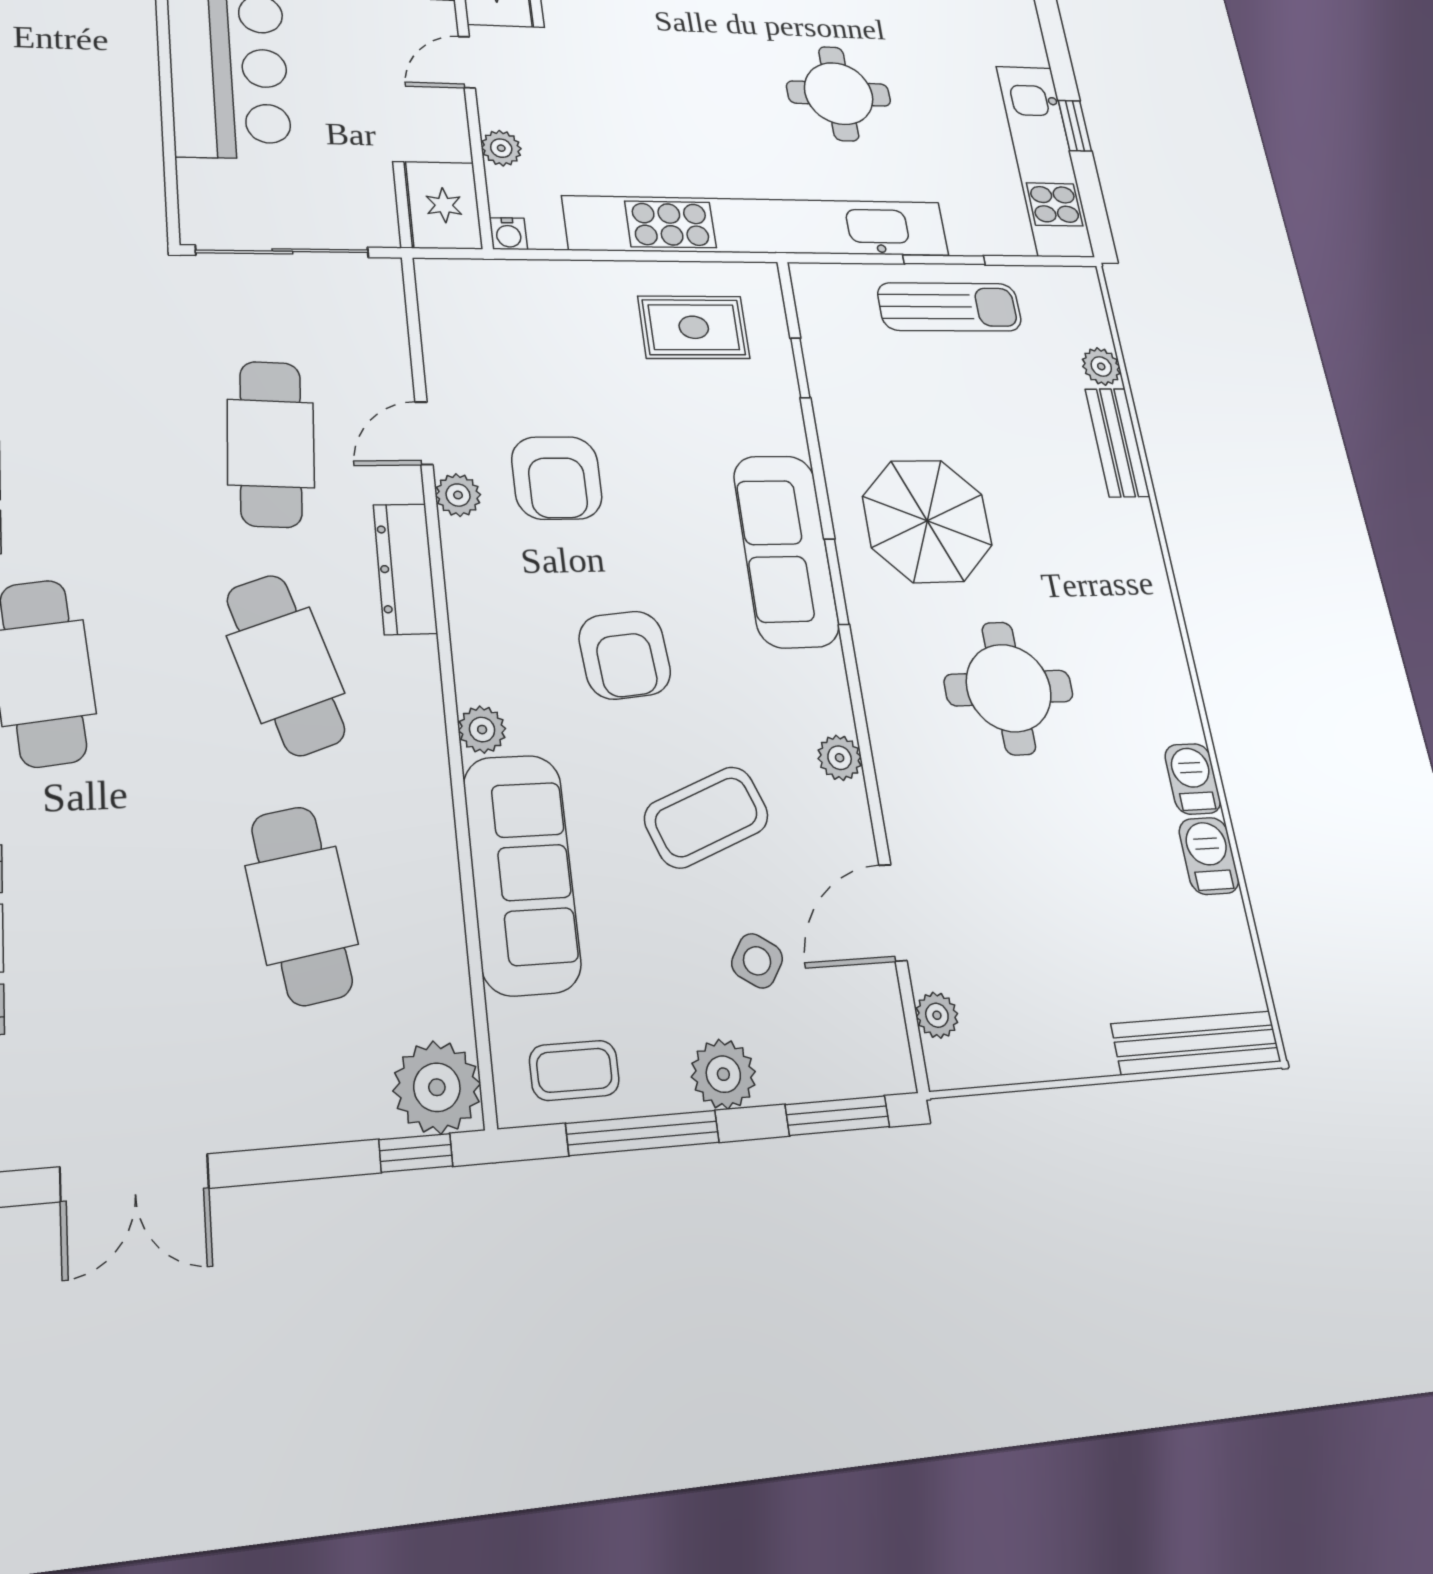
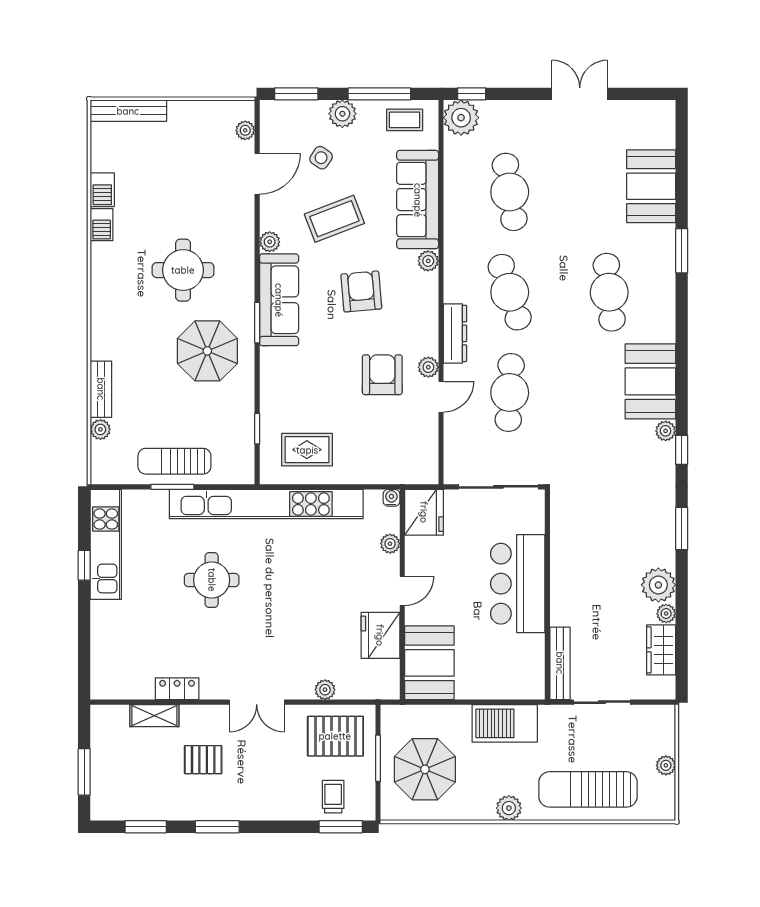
sofa: (786, 550) -> (279, 300), moved

